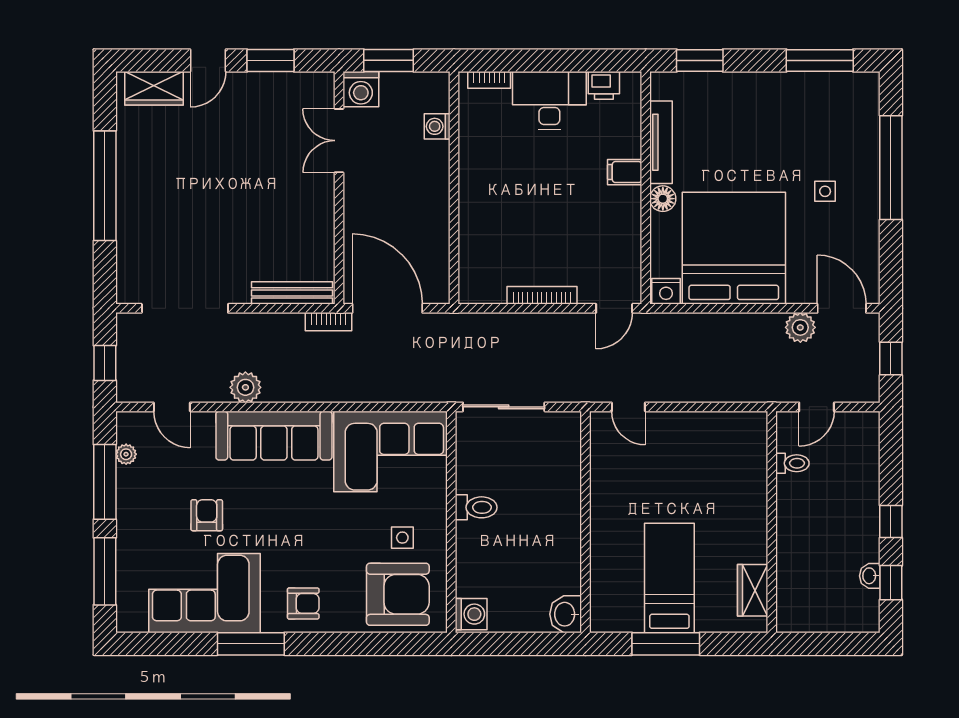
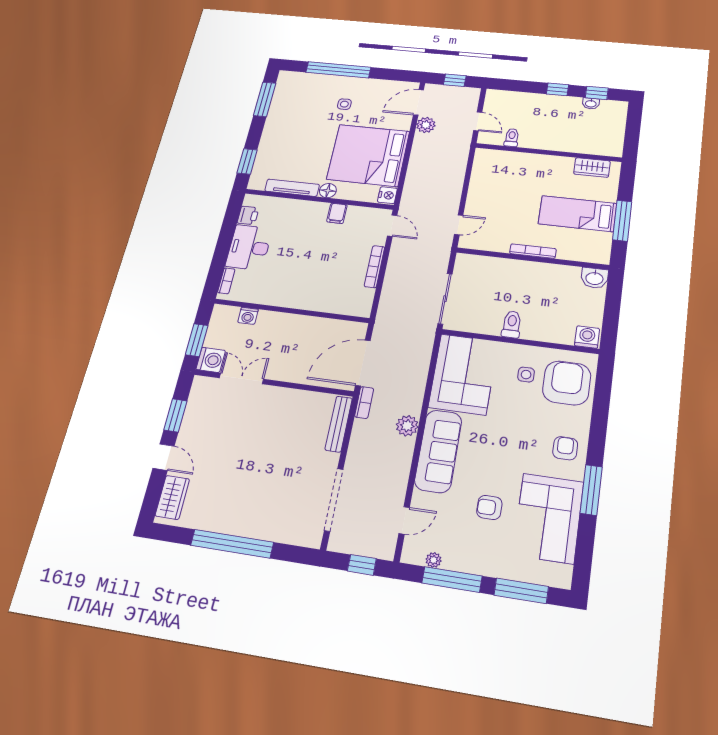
double door: (339, 141) -> (241, 379), swing flipped
filing cabinet: (625, 172) -> (337, 213), moved
plant: (245, 387) -> (407, 426), moved
bookcase: (598, 521) -> (533, 251), added

